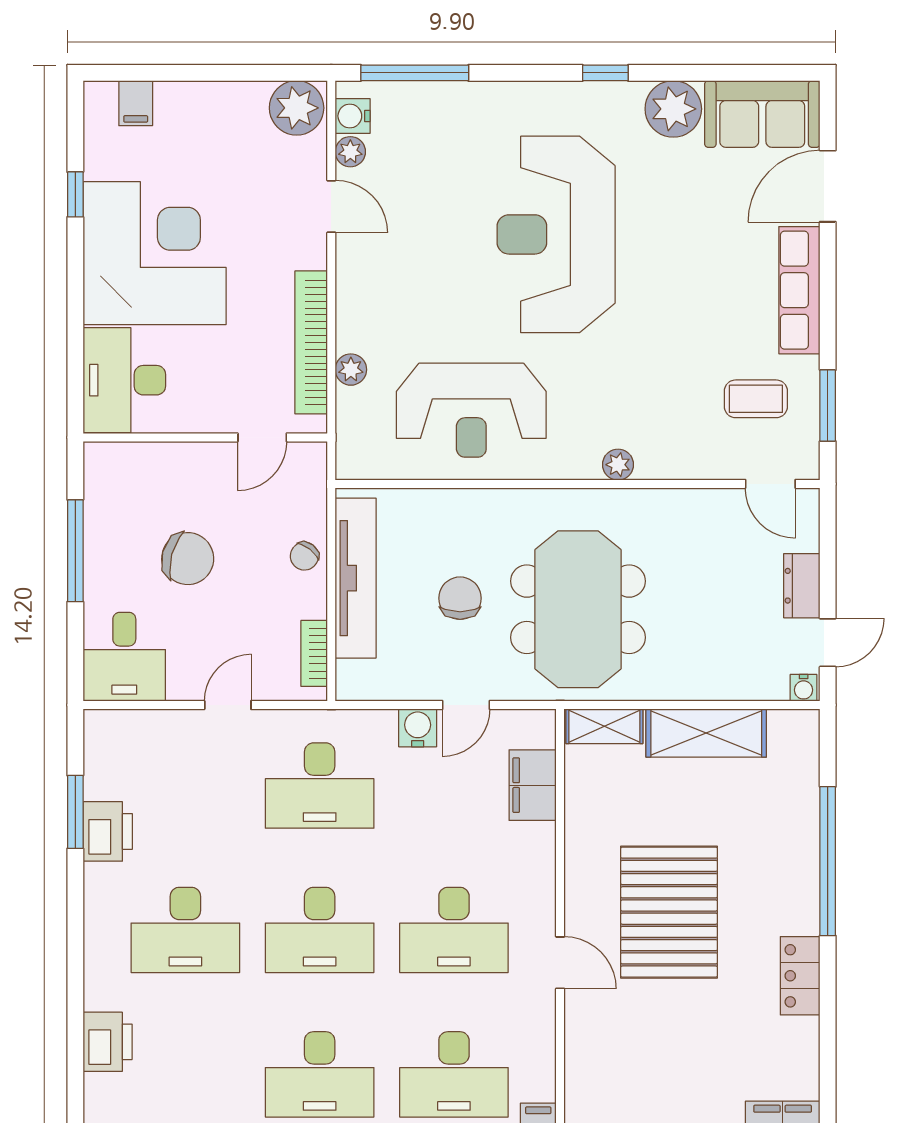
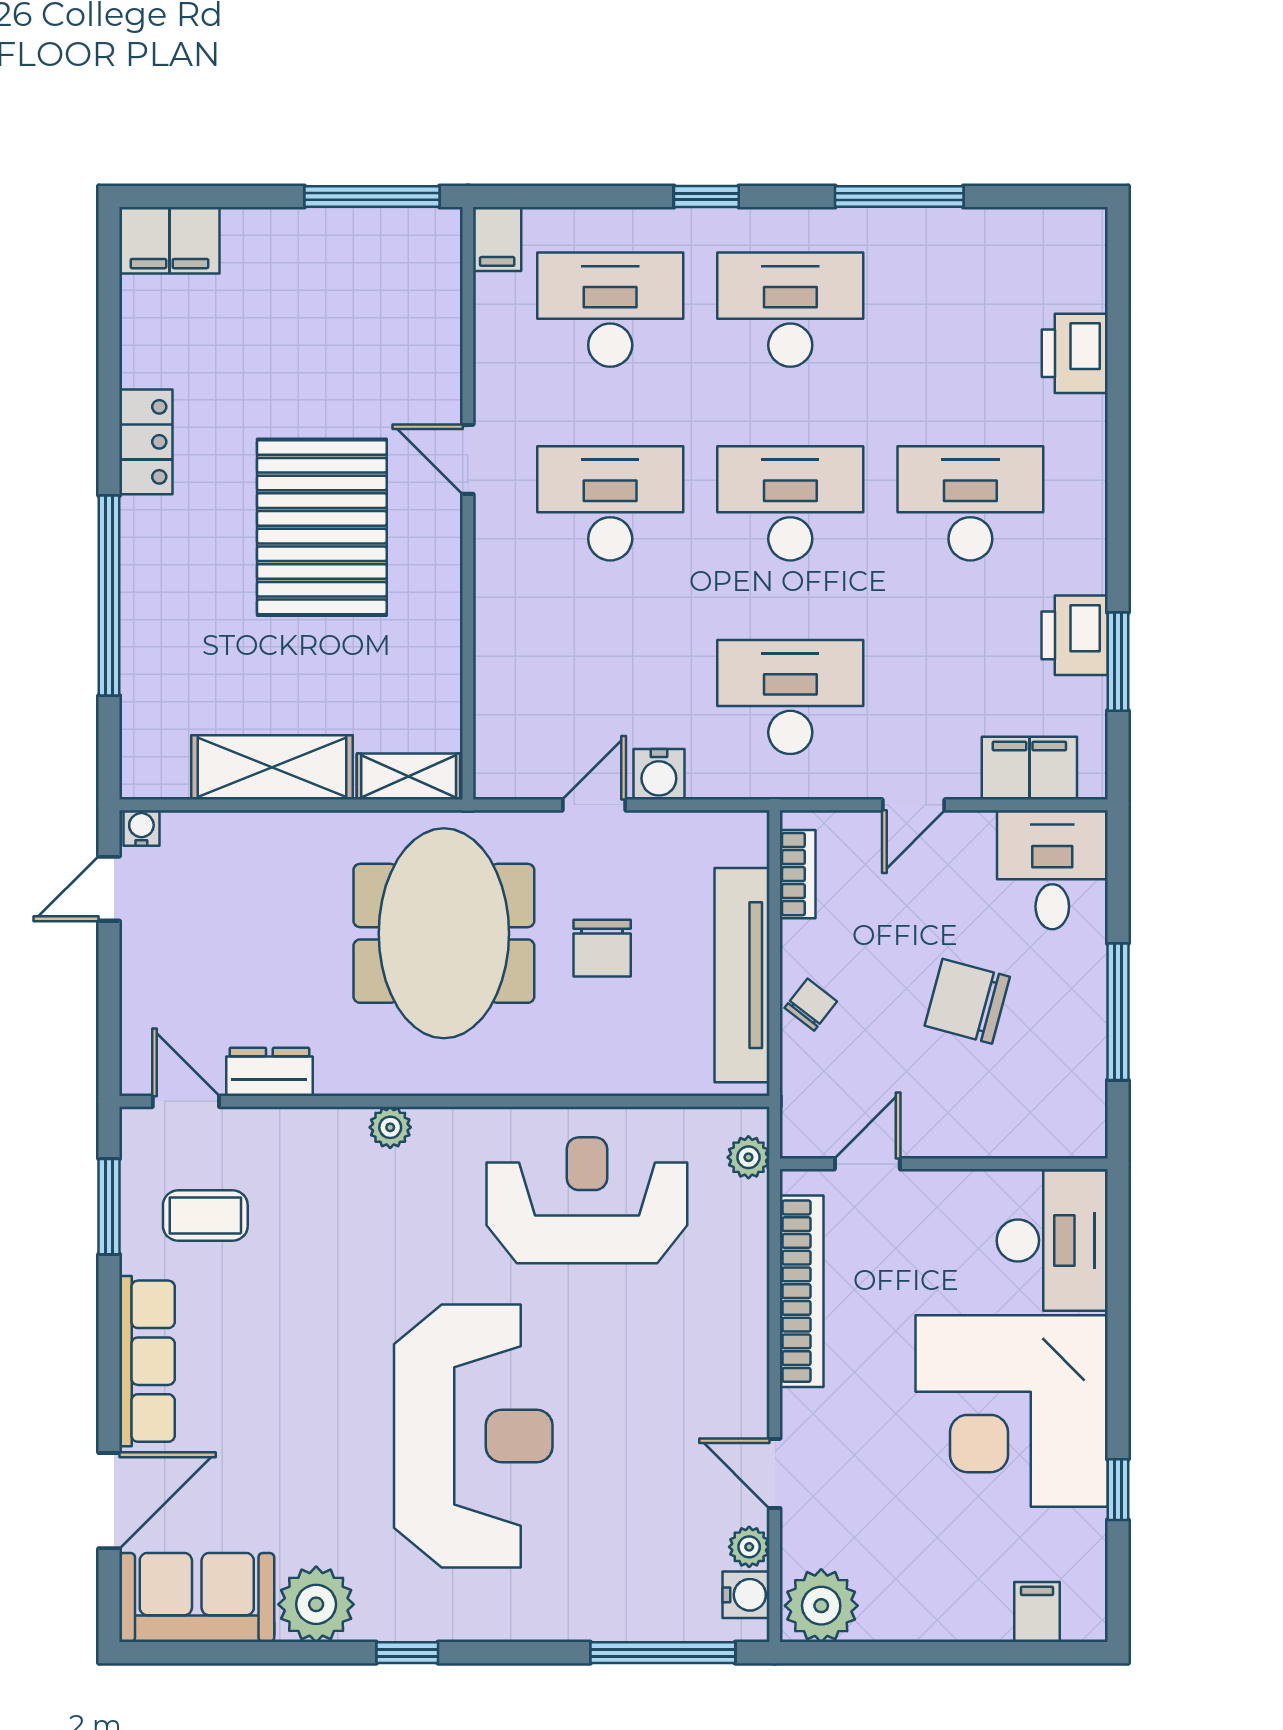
plant: (351, 370) -> (748, 1157), moved
dresser: (802, 586) -> (269, 1072), moved, turned -90
filing cabinet: (533, 785) -> (1029, 768), moved, turned -90

